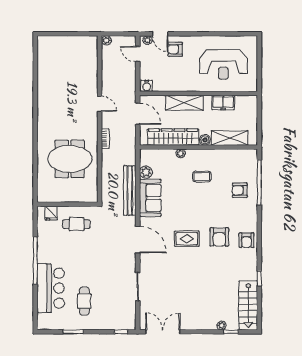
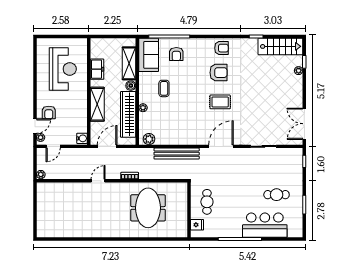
plant: (146, 172) -> (149, 139), moved
sofa: (150, 198) -> (149, 55), moved, turned 90
rug: (187, 239) -> (220, 102), turned 90

